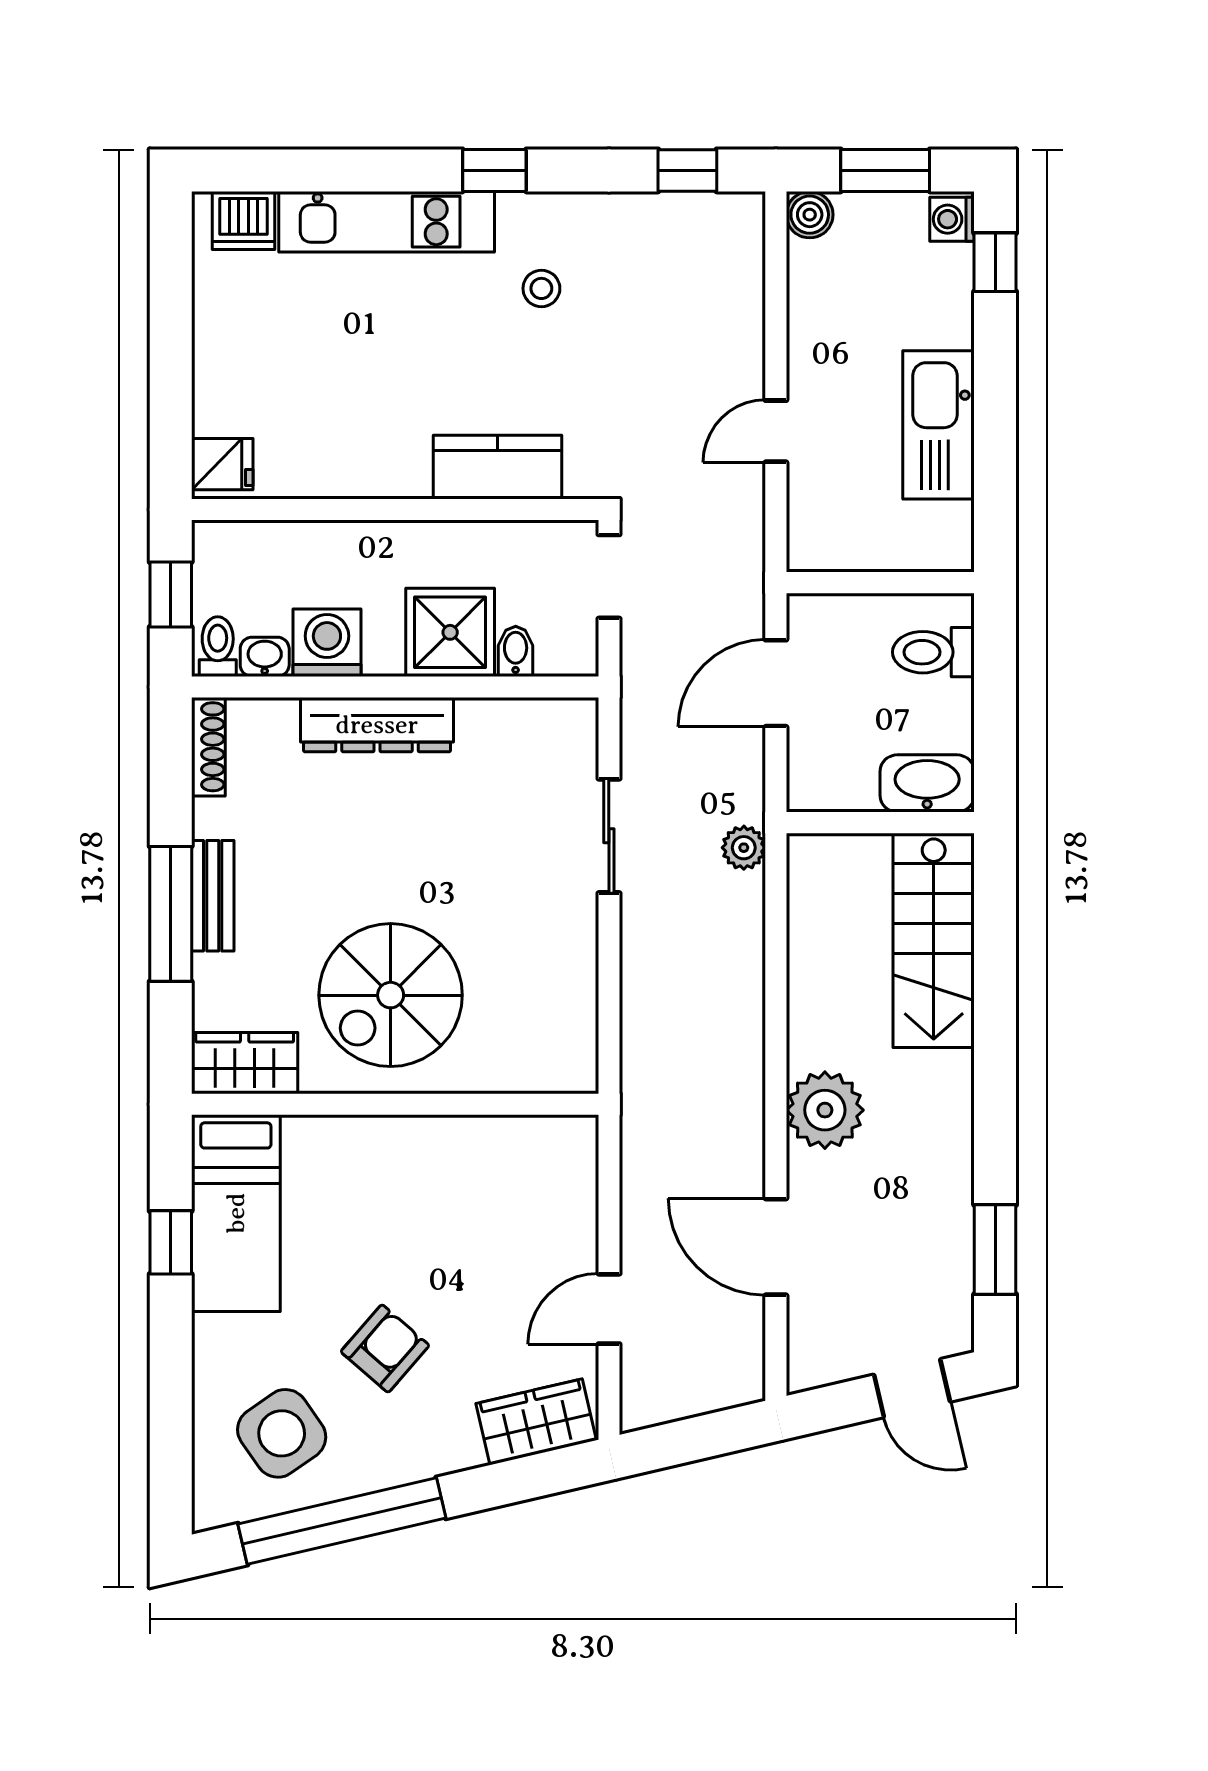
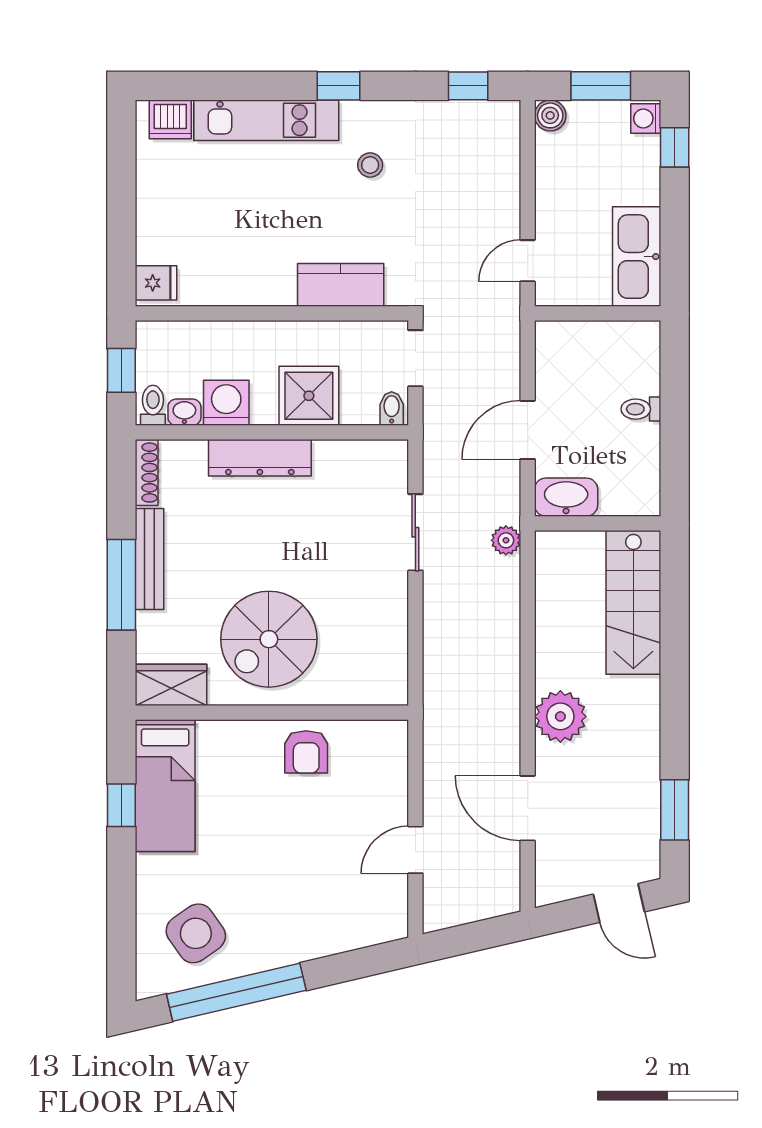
wall: (880, 583) -> (598, 313), moved
bidet: (516, 651) -> (392, 409), moved
toilet: (933, 652) -> (641, 409), width x0.73, depth x0.72
washbasin: (927, 783) -> (566, 497), moved
bench: (213, 896) -> (150, 559), width x1.36
armchair: (385, 1349) -> (306, 752), moved, turned 139
wardrobe: (536, 1422) -> (367, 926), removed

